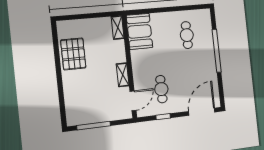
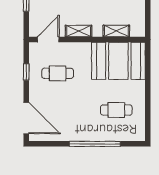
shelving: (118, 28) -> (116, 31), moved
booth: (139, 31) -> (118, 61), width x1.36, depth x1.42
door: (133, 101) -> (48, 40), swing flipped

